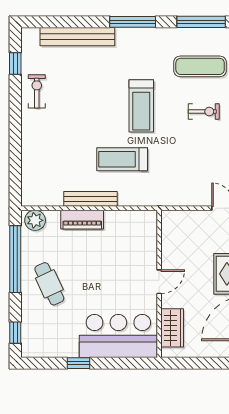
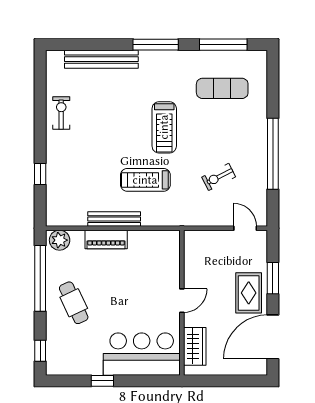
window: (15, 63) -> (40, 174), moved
exercise bike: (204, 111) -> (219, 177), moved, turned 153

